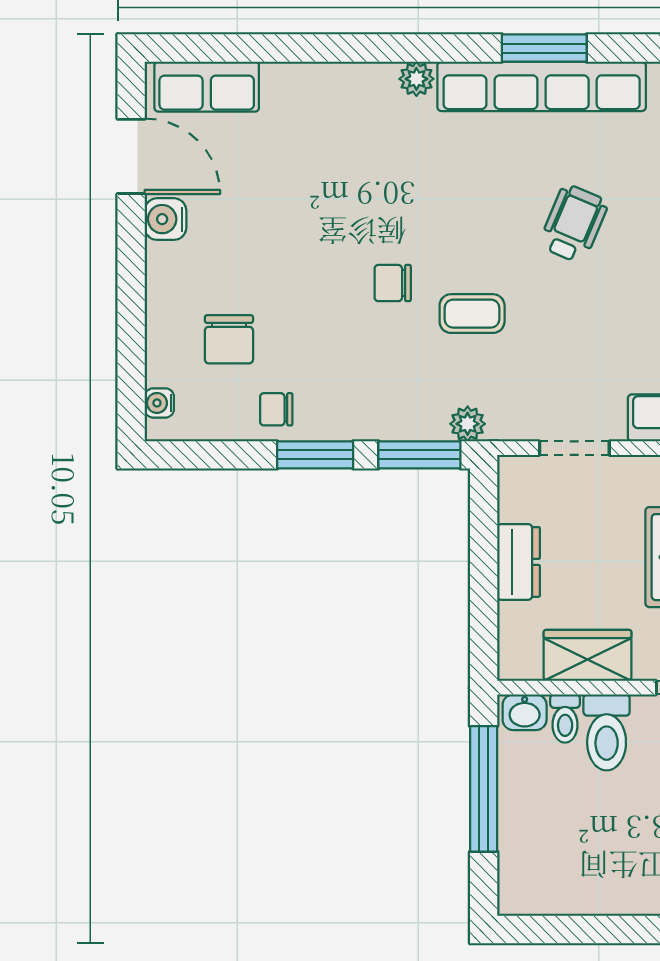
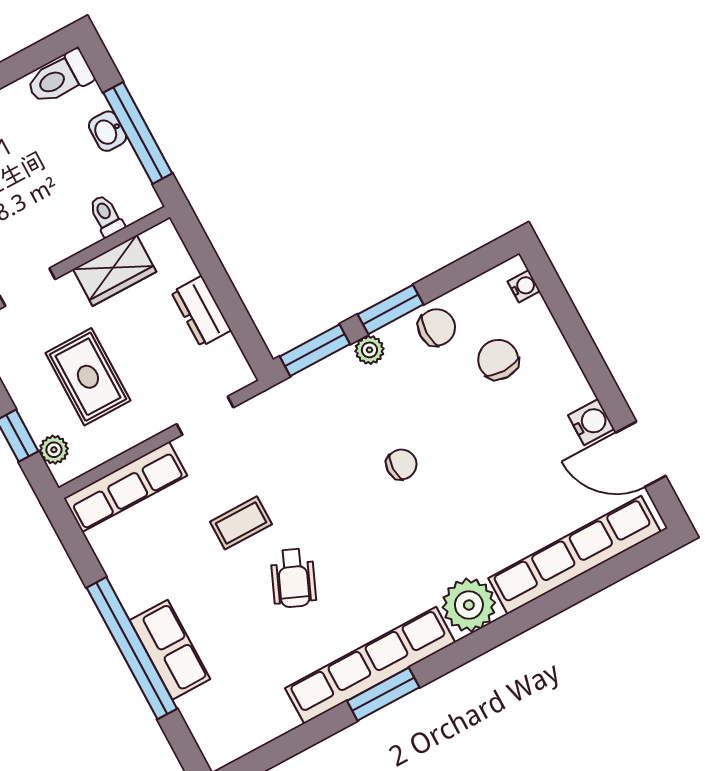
plant: (416, 79) -> (469, 605), width x1.87, depth x1.87
row of seats: (207, 87) -> (574, 555), width x2.02
coffee table: (472, 314) -> (241, 523), moved
chair: (276, 409) -> (437, 327), width x1.37, depth x1.37
plant: (468, 424) -> (369, 350), moved
washbasin: (525, 712) -> (107, 131), moved, turned -90
toilet: (607, 732) -> (60, 78), moved, turned -90

